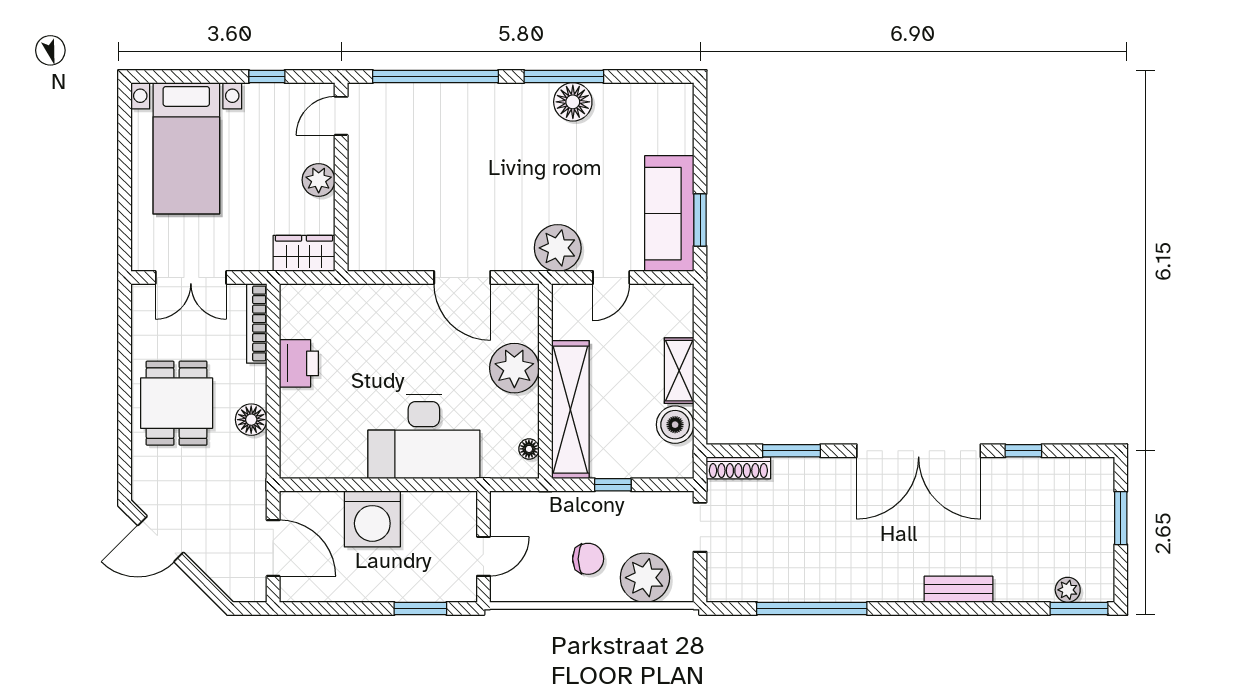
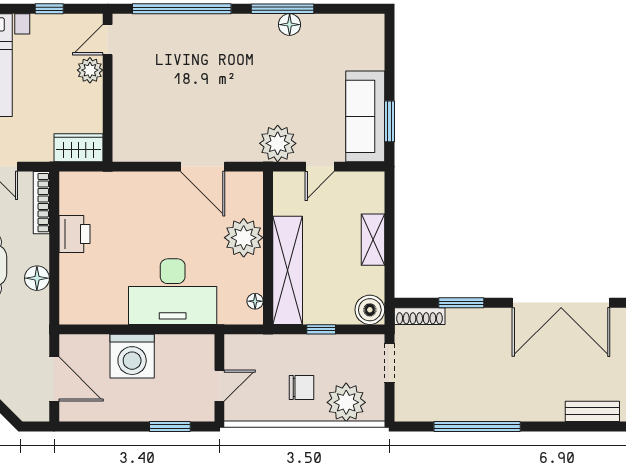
floor lamp: (573, 102) -> (290, 25), width x0.73, depth x0.73
plant: (319, 180) -> (90, 70), moved
boiler: (675, 425) -> (370, 310), moved

